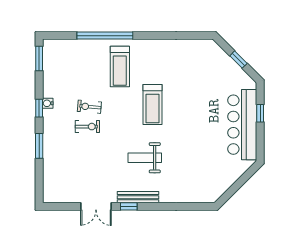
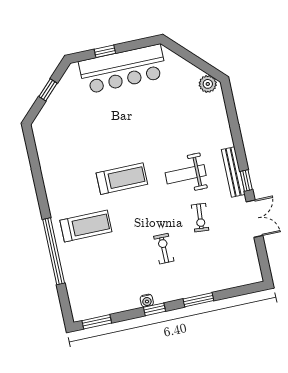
exercise bike: (89, 107) -> (200, 218), moved
weight bench: (145, 158) -> (186, 174), turned 90
plant: (215, 192) -> (208, 84), added

